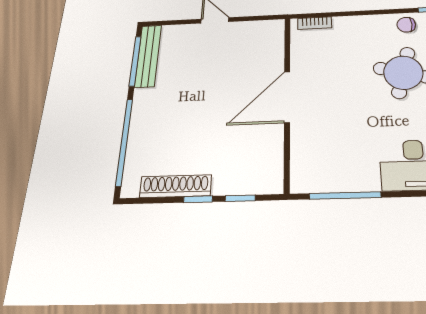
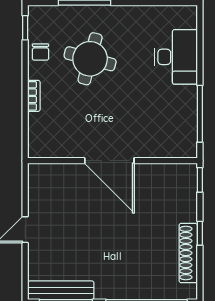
bookcase: (315, 23) -> (34, 96), moved
window: (240, 198) -> (200, 180), moved

